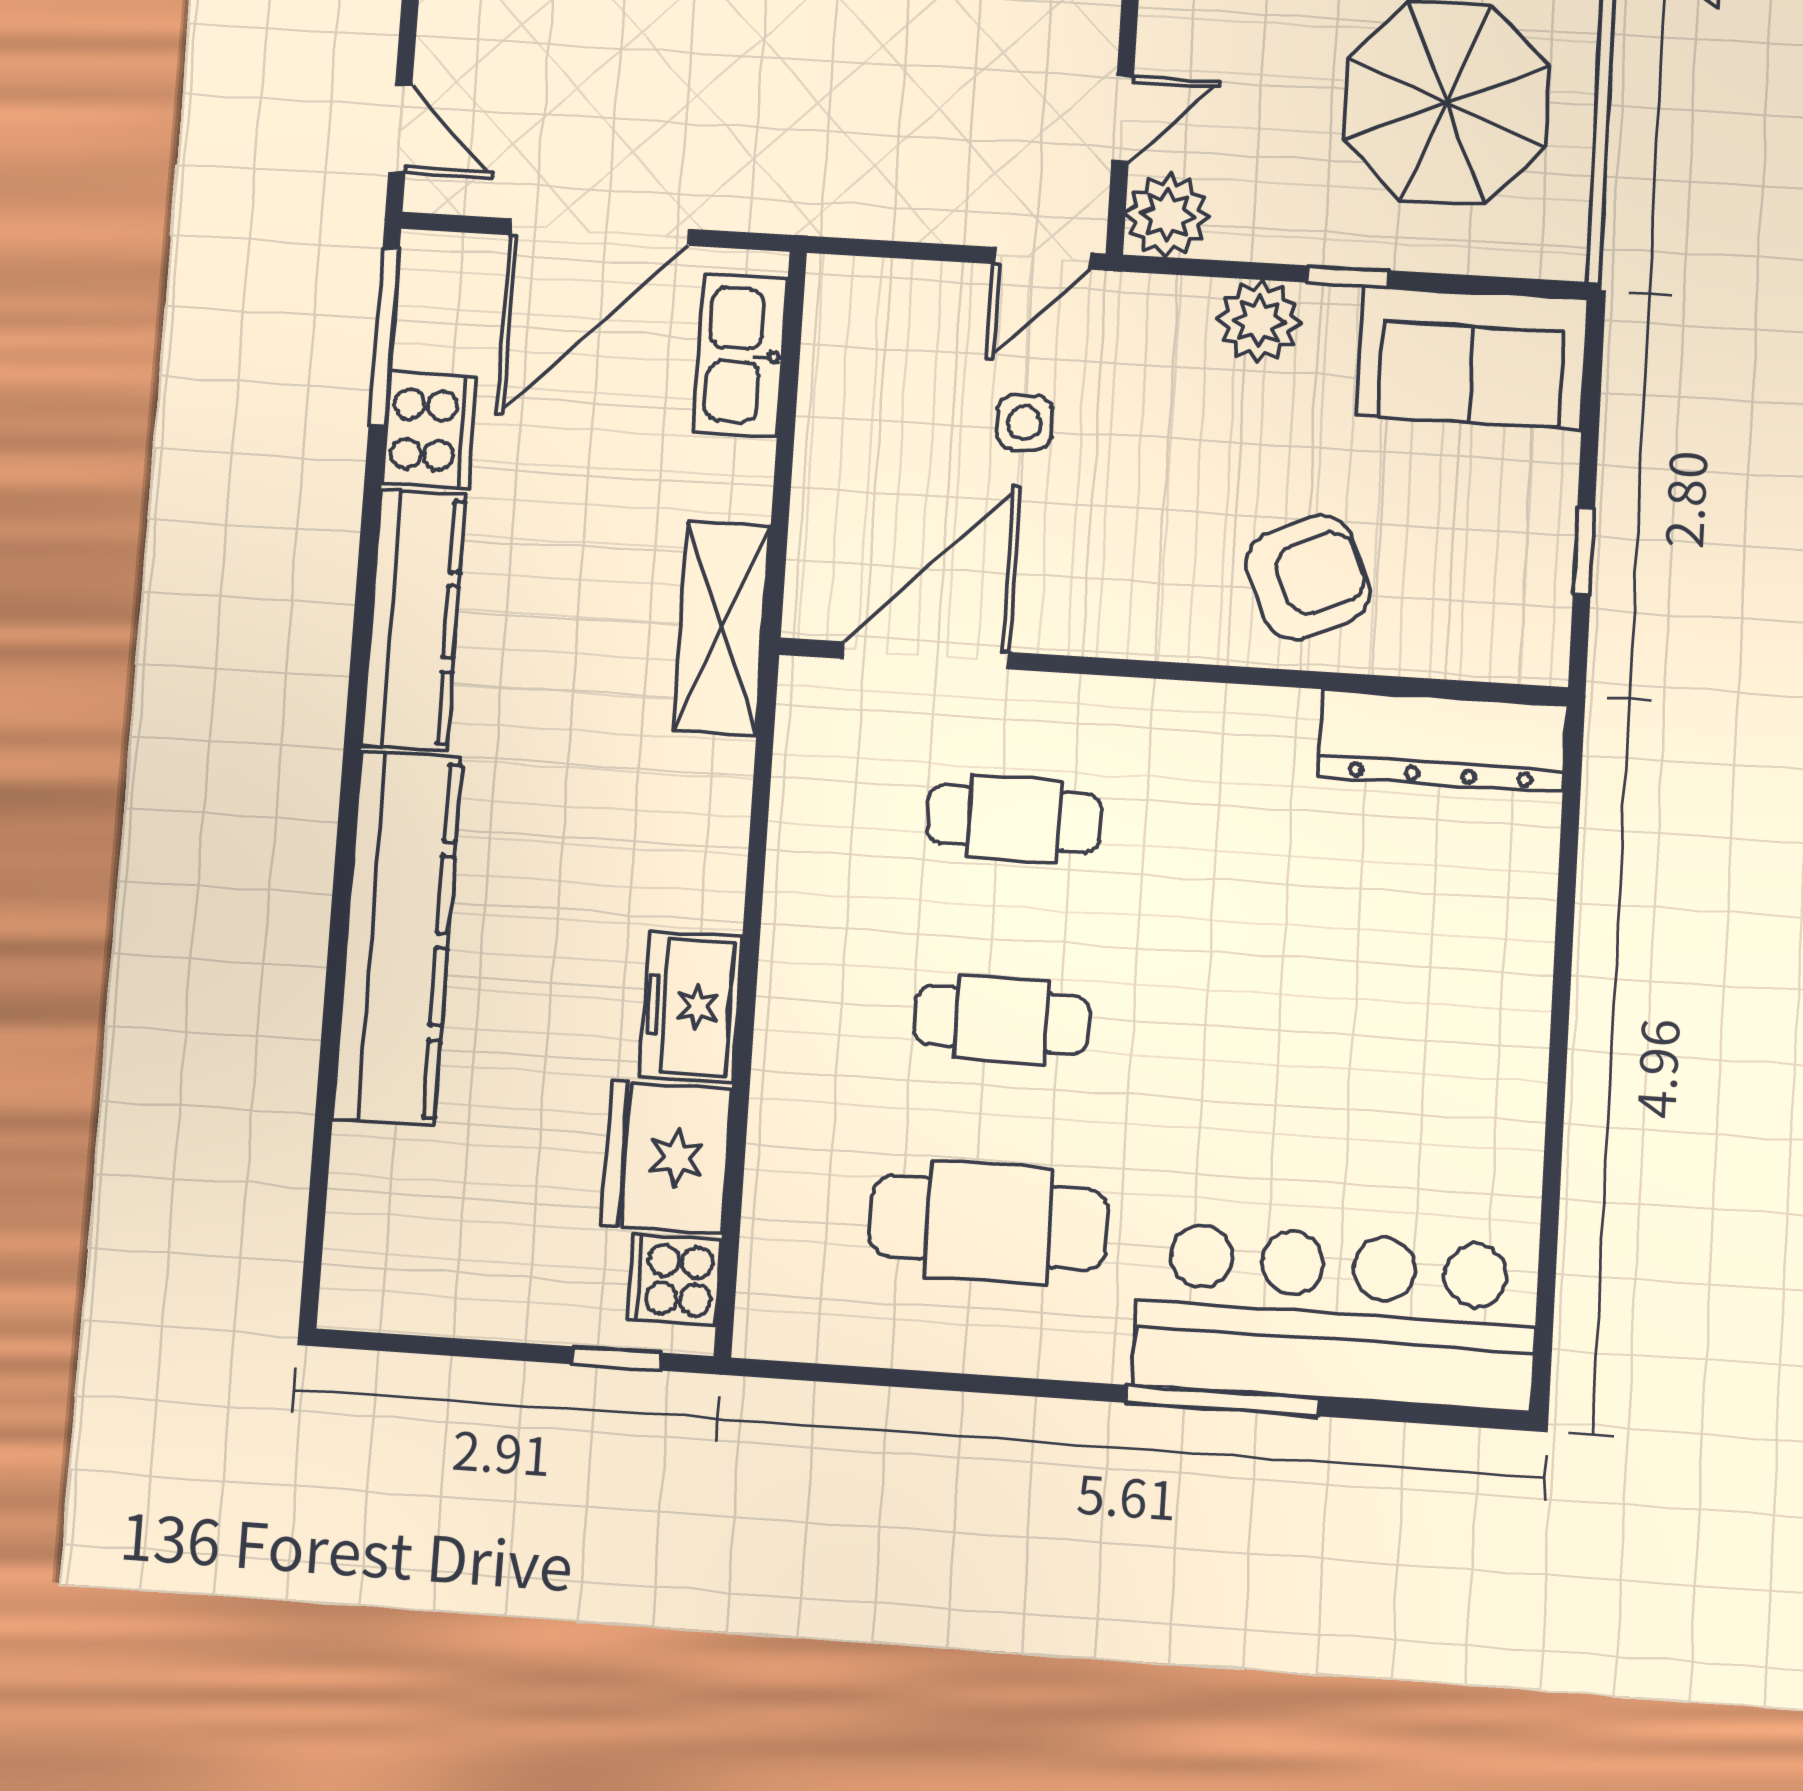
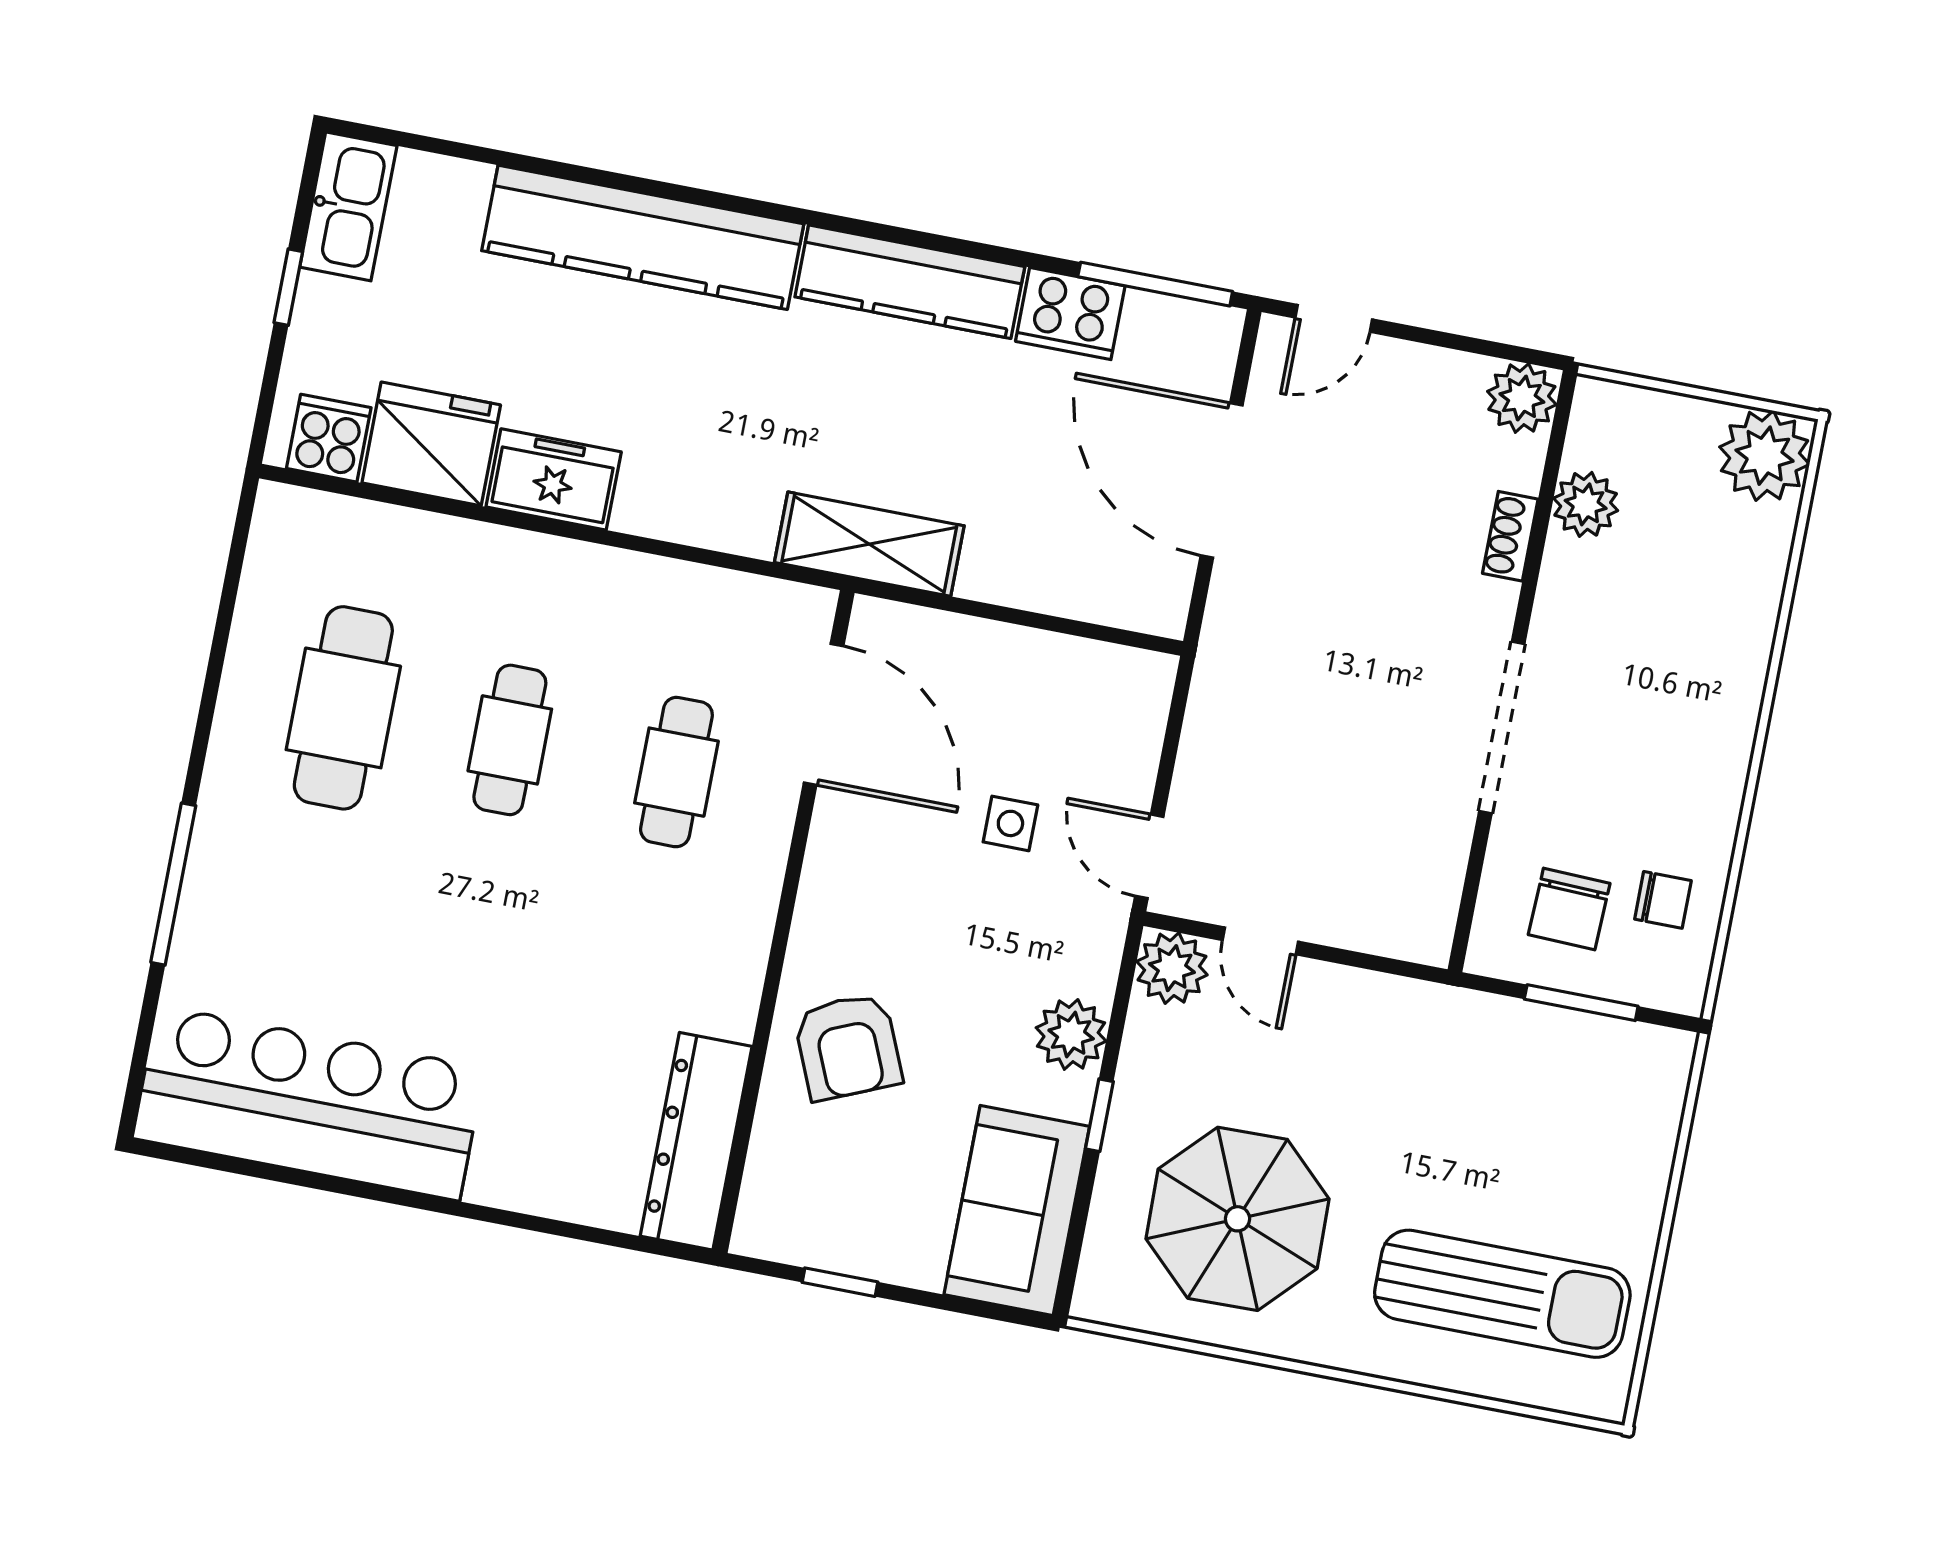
kitchen sink: (740, 355) -> (348, 206), moved, turned 90
bar counter: (1336, 1317) -> (309, 1103), moved, turned -90
window: (617, 1359) -> (288, 287), moved

